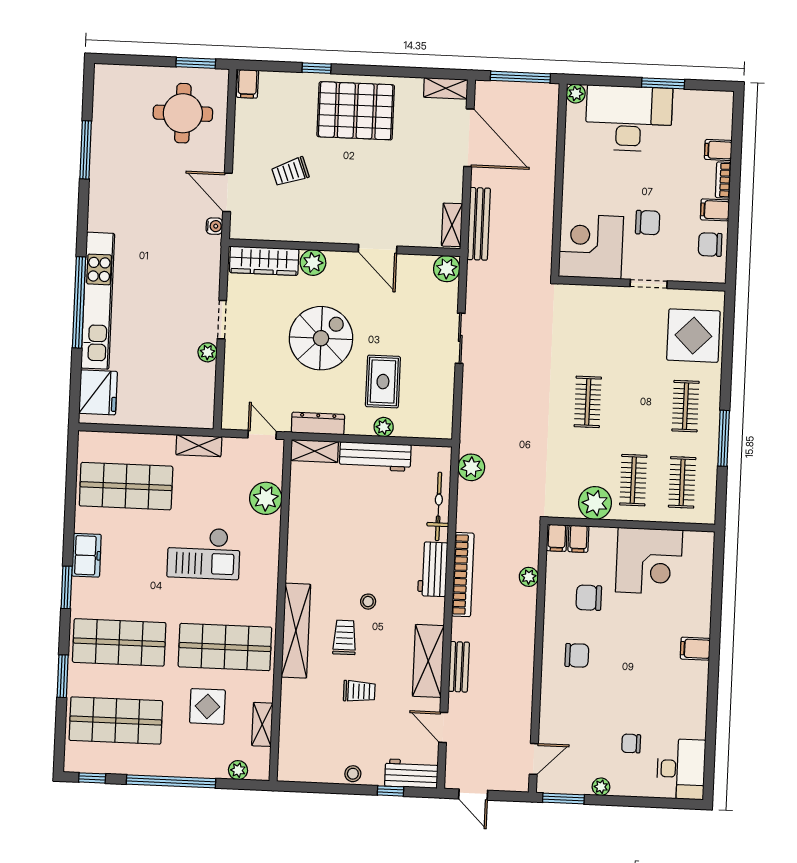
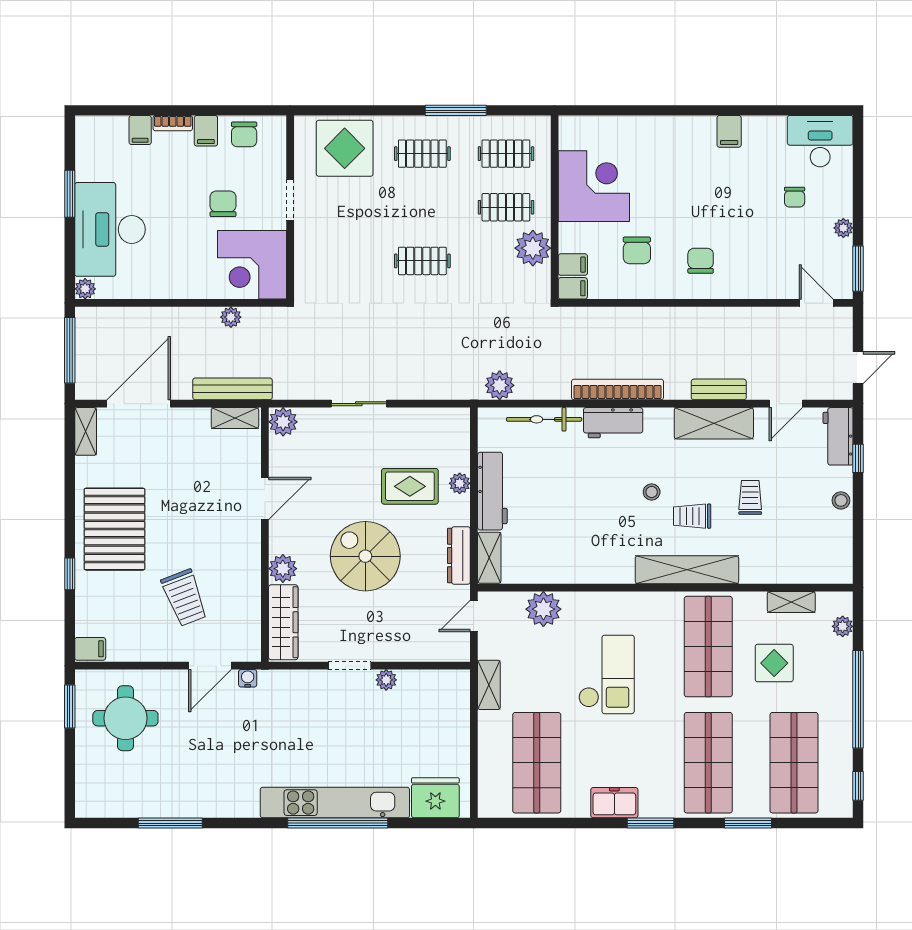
trolley: (290, 172) -> (185, 598), width x1.36, depth x1.39
plant: (529, 577) -> (231, 317), moved
filing cabinet: (695, 649) -> (729, 131), moved

